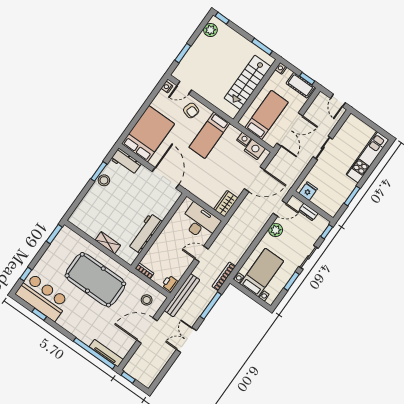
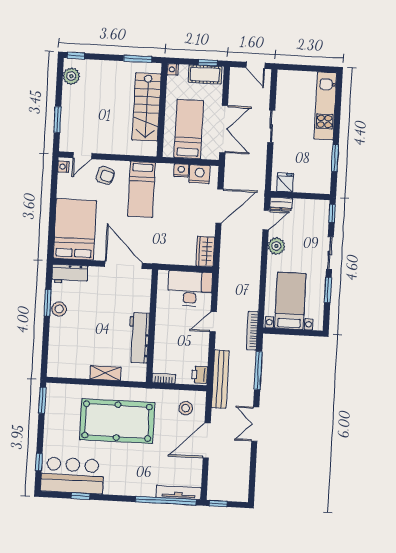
dresser: (308, 212) -> (281, 204), moved

